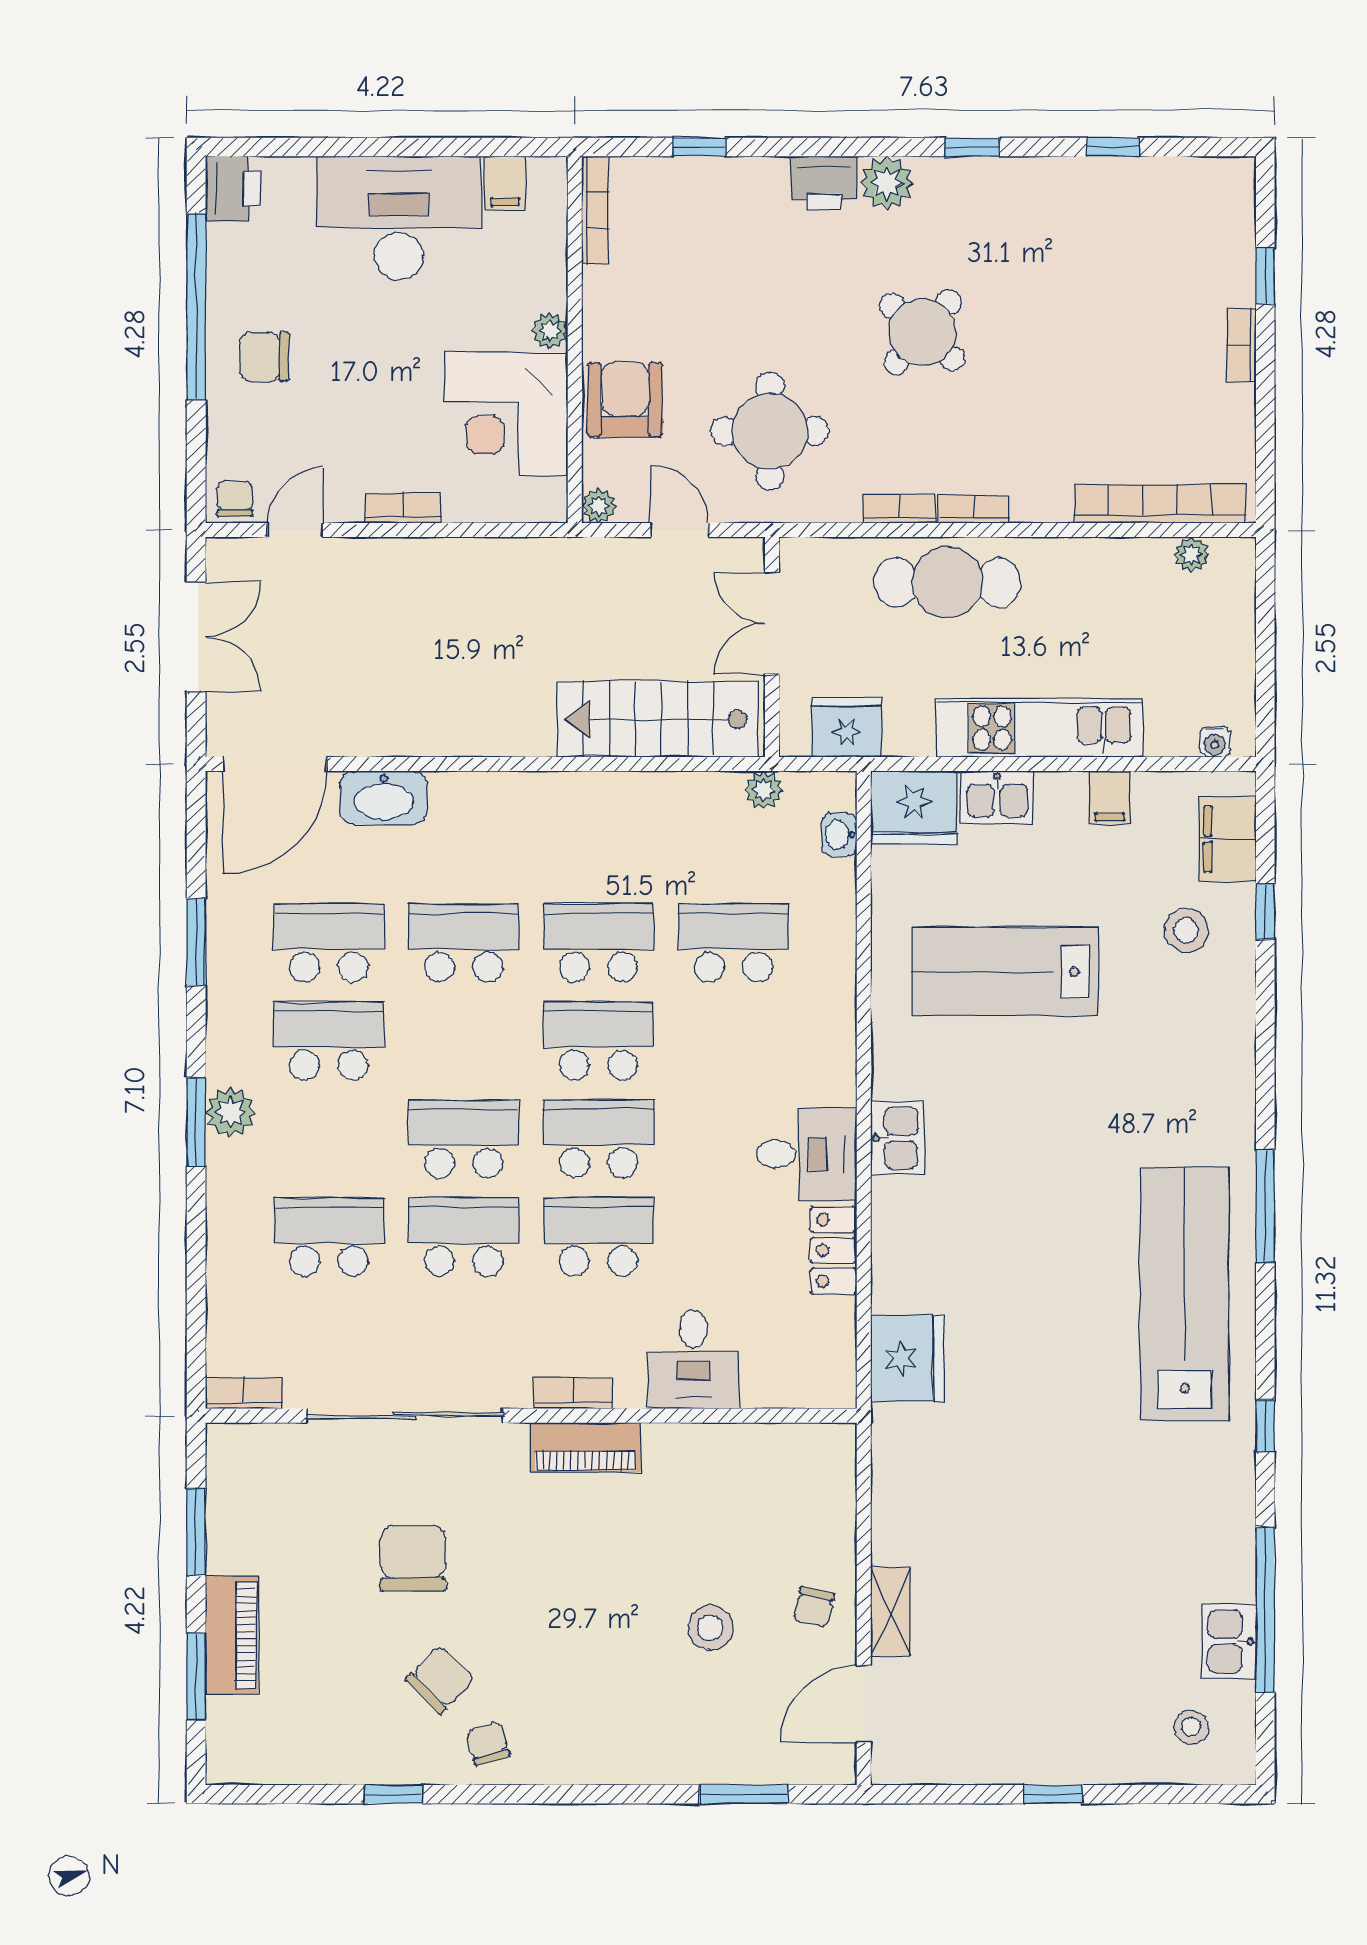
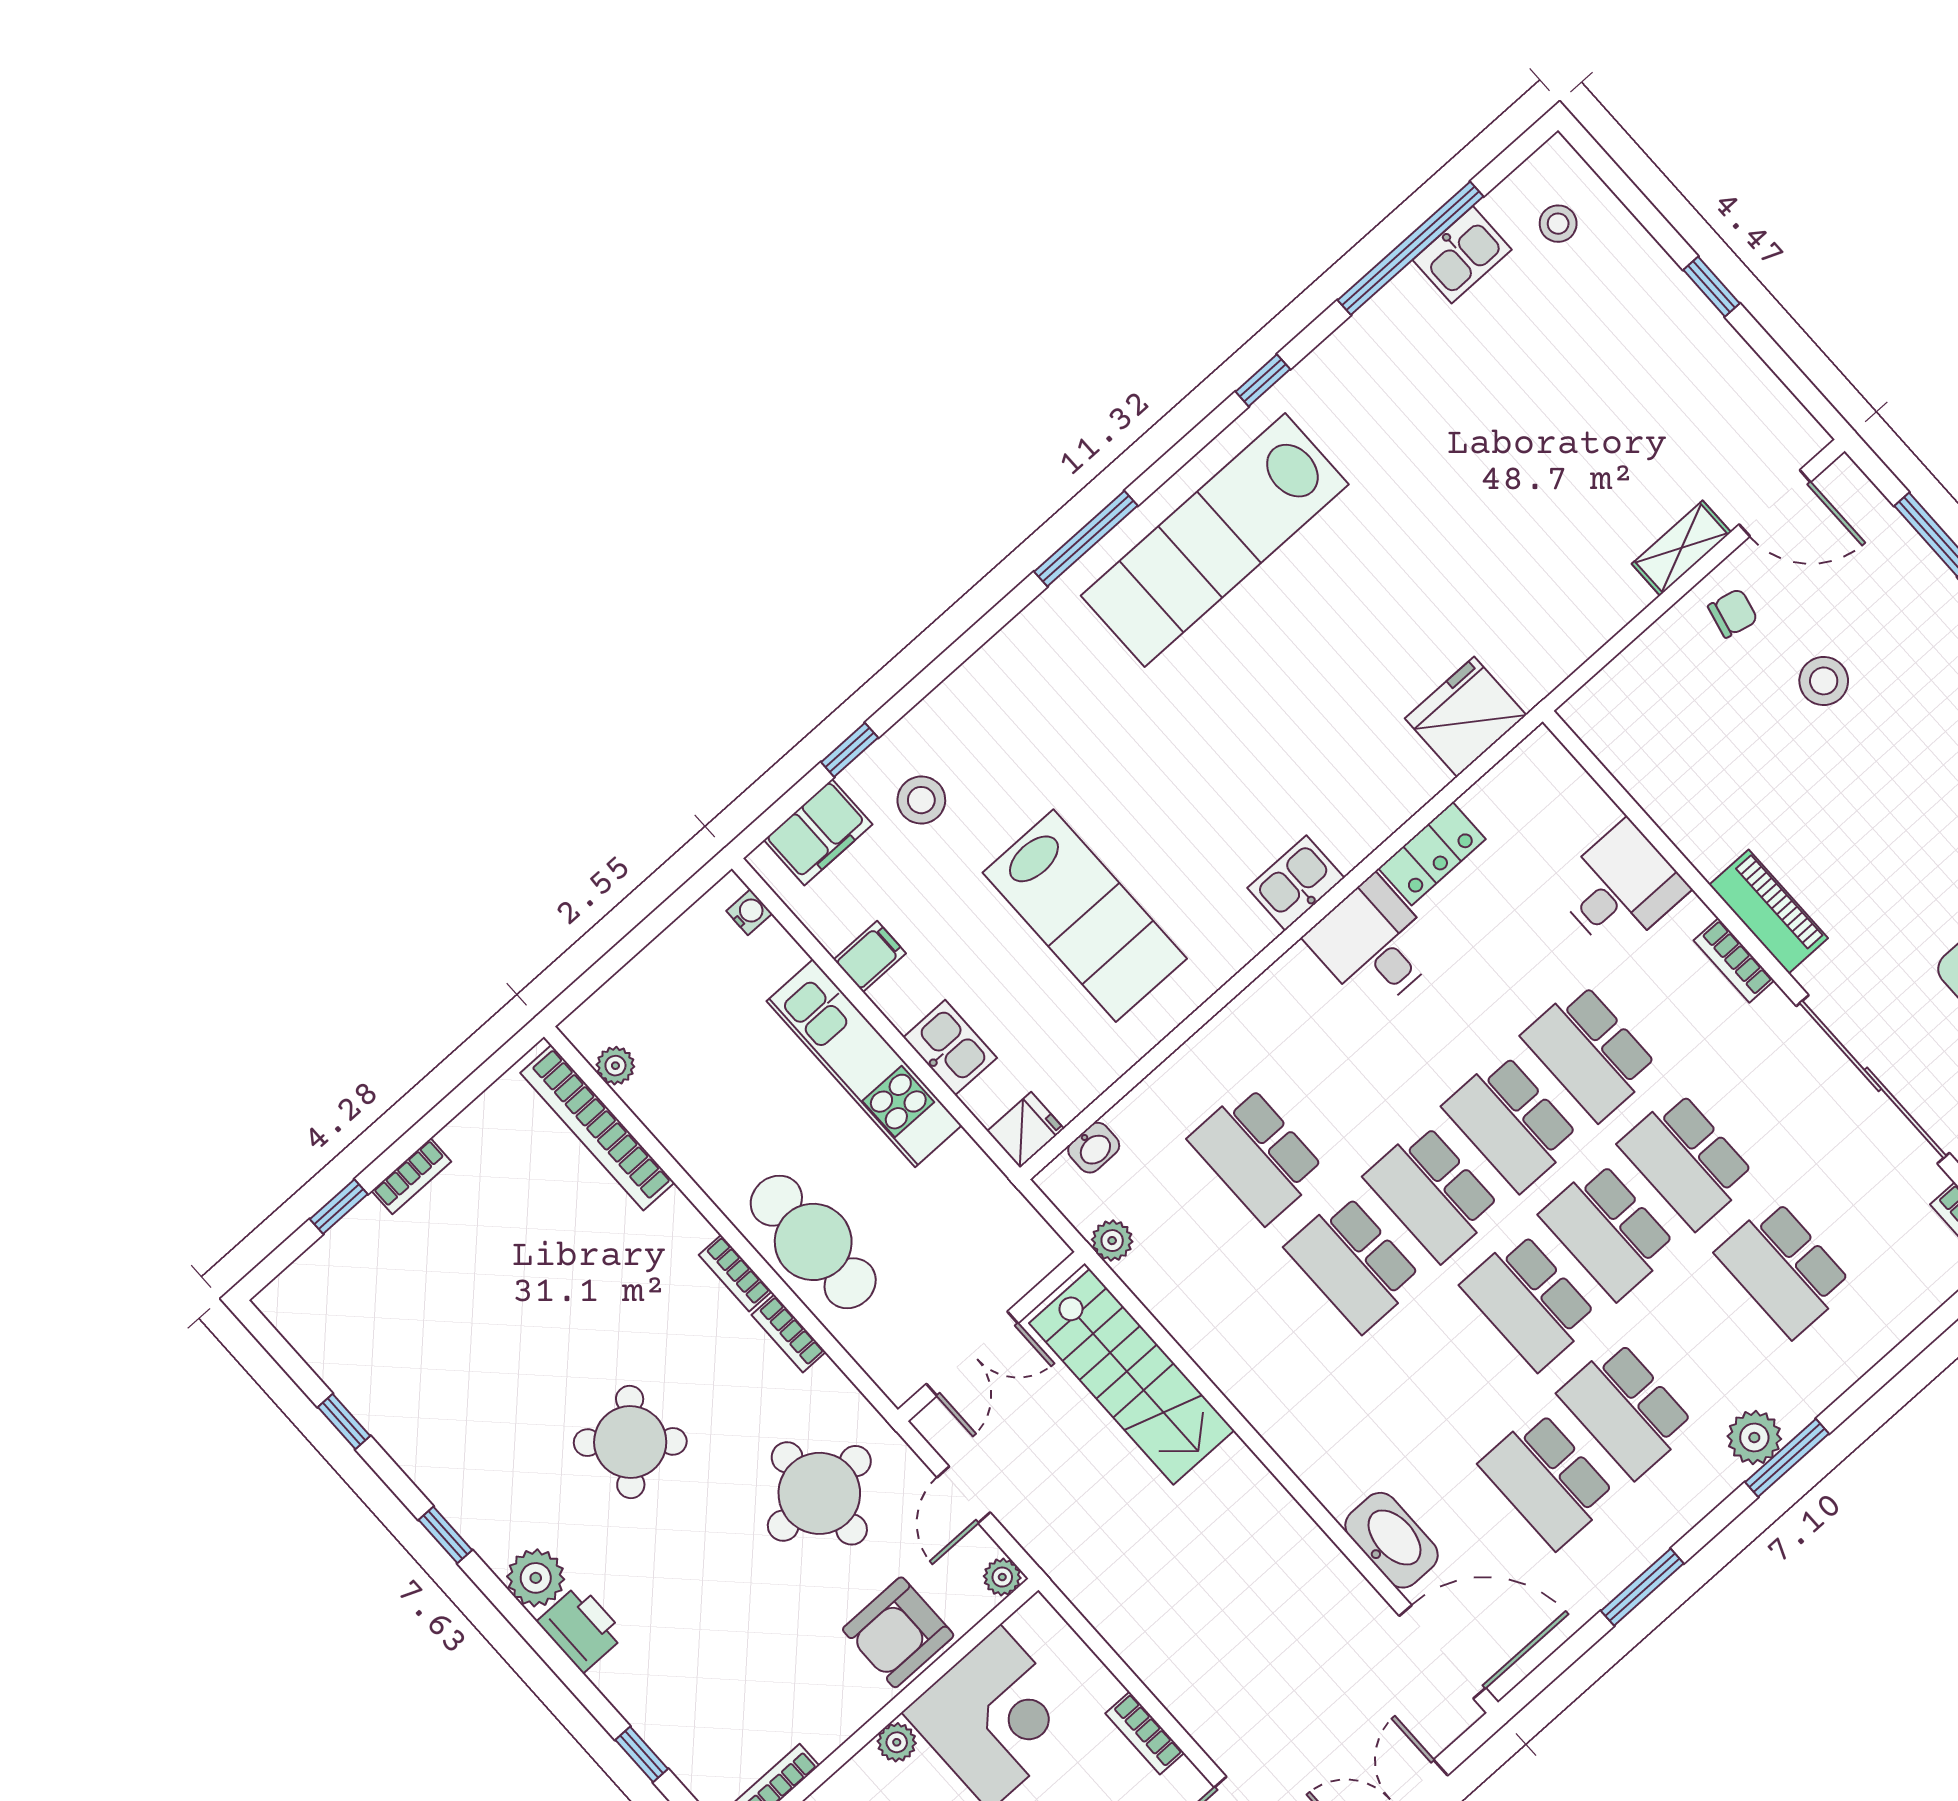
fridge: (847, 727) -> (1002, 1219), removed
fridge: (914, 808) -> (1025, 1130), width x0.53, depth x0.75
school desk: (464, 943) -> (1529, 1301), moved

